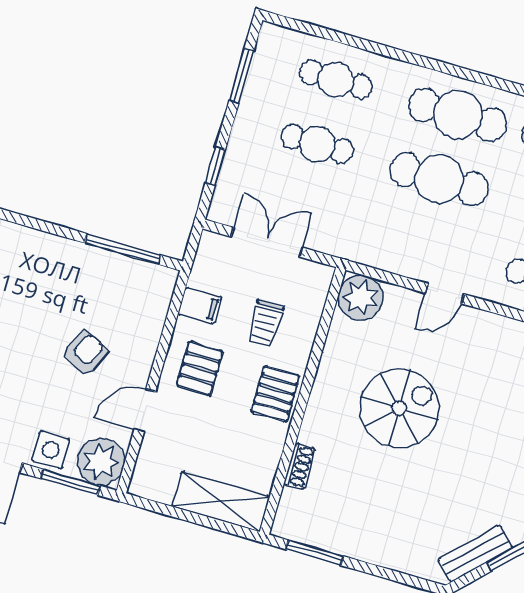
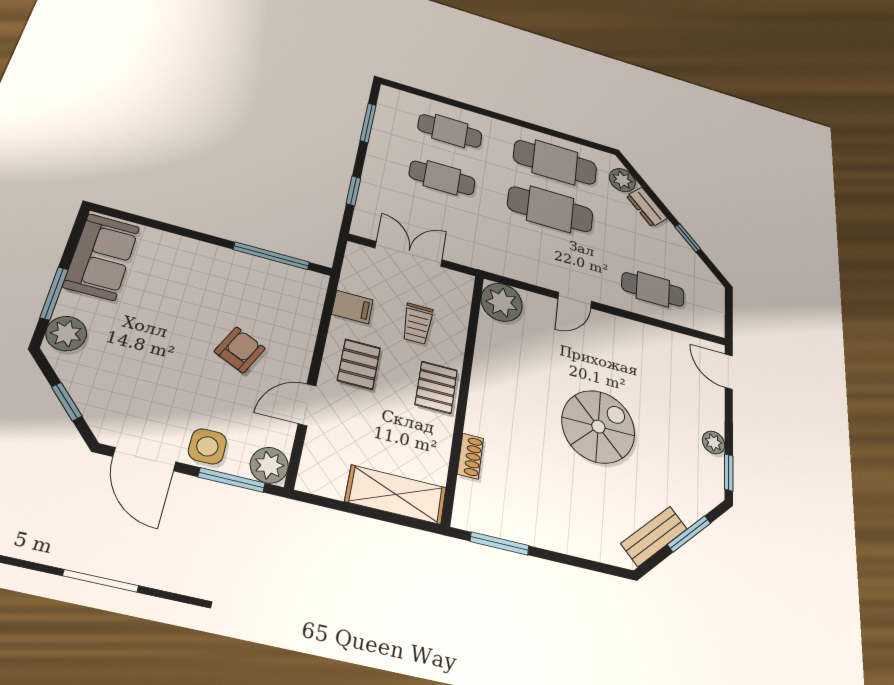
spiral stairs: (399, 408) -> (598, 427), moved
plant: (101, 462) -> (269, 465), width x0.73, depth x0.73

